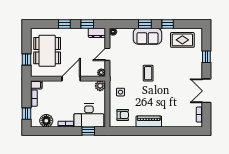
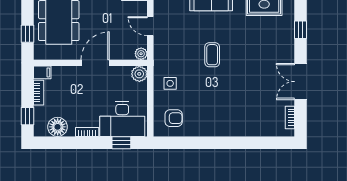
door: (107, 54) -> (150, 26), hinge flipped
piano: (149, 121) -> (213, 128), removed

